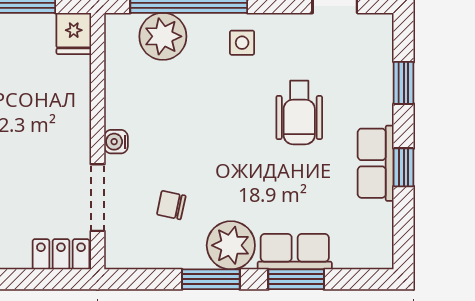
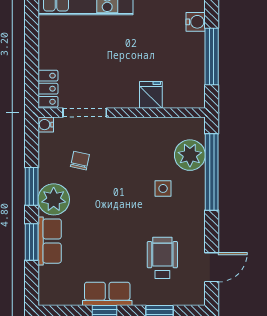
fridge: (74, 33) -> (151, 95), moved, turned 90
side table: (242, 43) -> (163, 188), moved
wheelchair: (299, 112) -> (162, 258), moved, turned 90
water cooler: (116, 142) -> (46, 125), moved, turned -90

